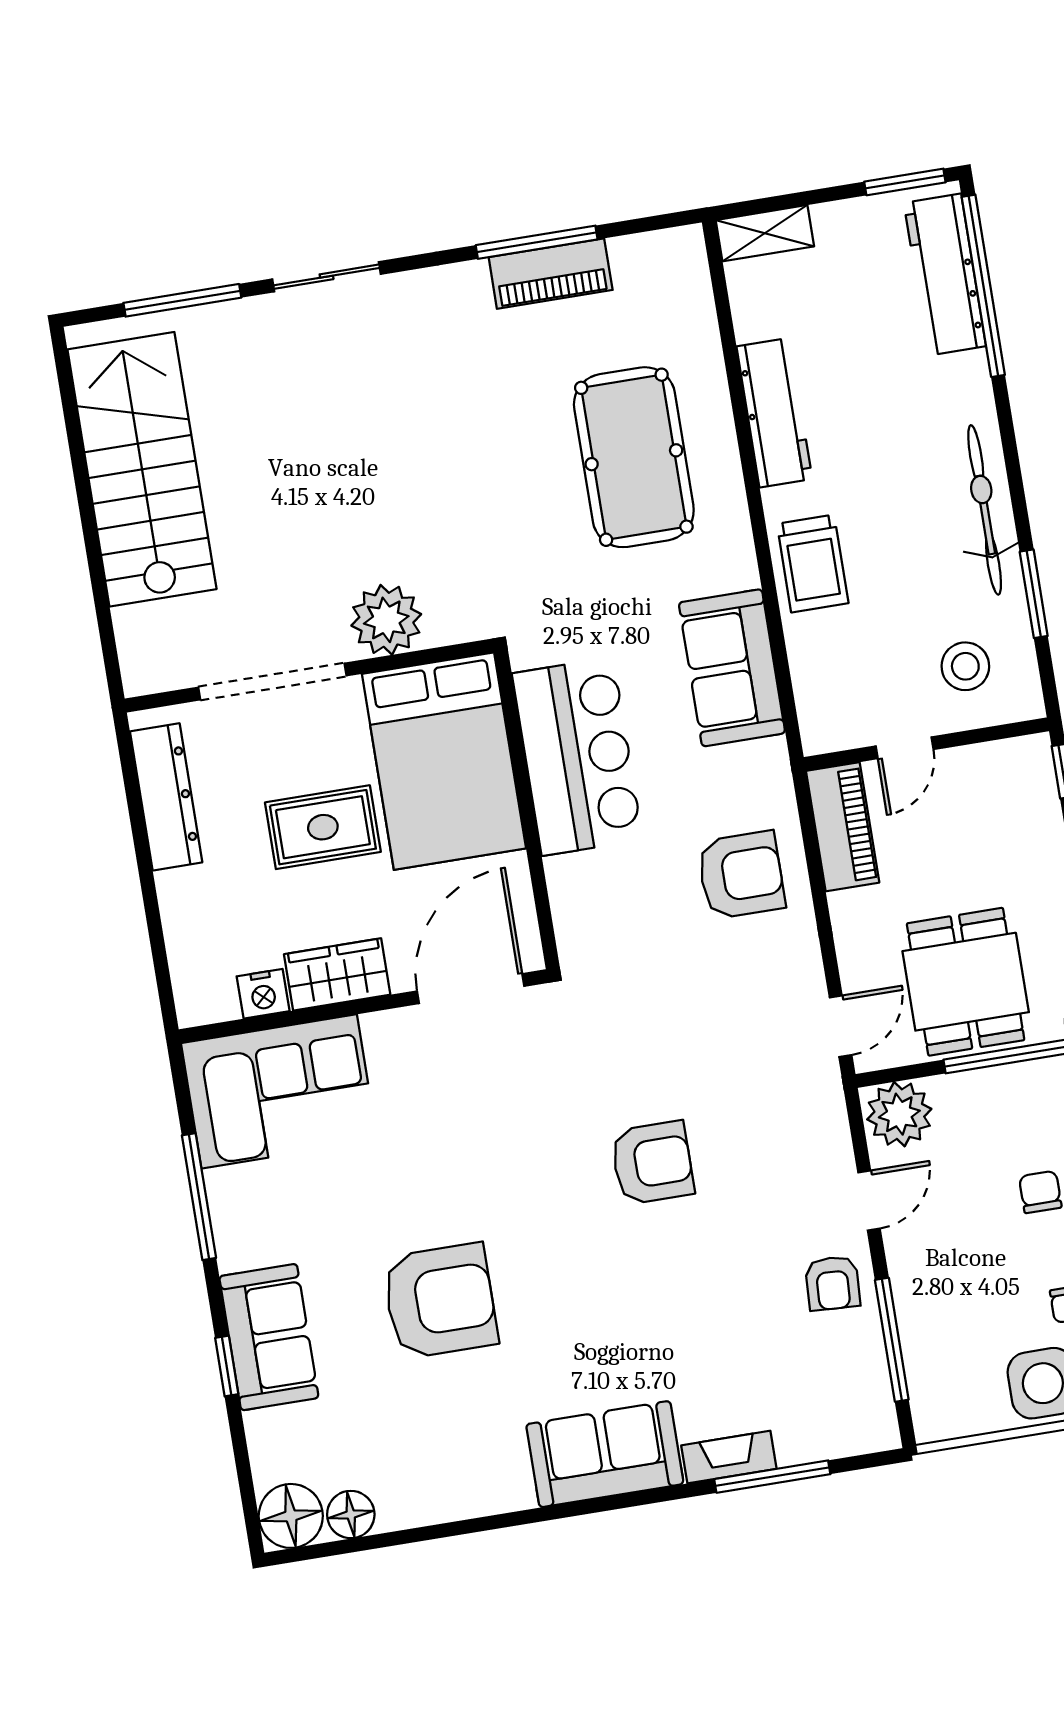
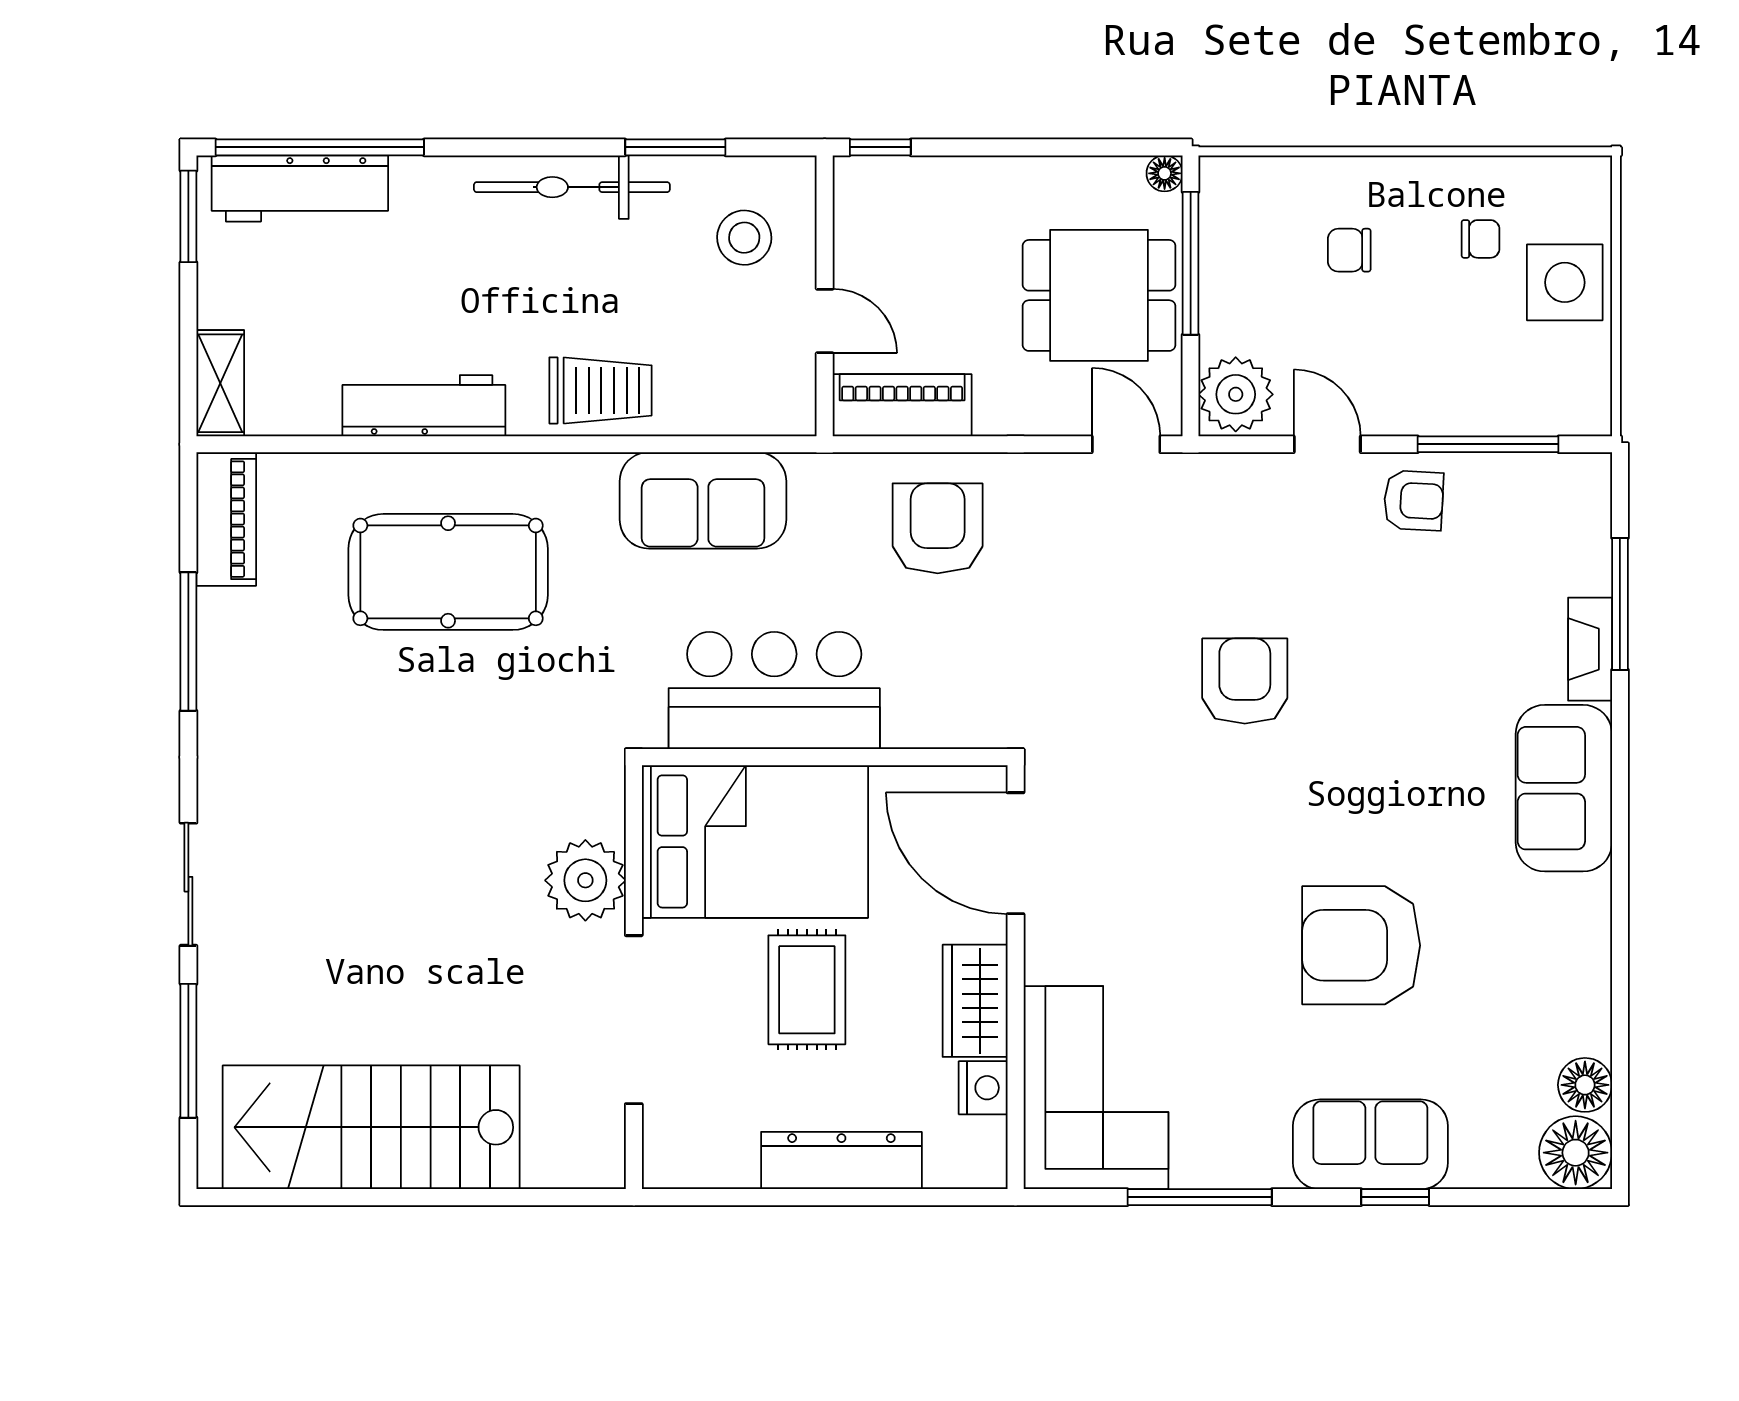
piano: (551, 274) -> (226, 519), moved
dresser: (166, 797) -> (841, 1161), moved
armchair: (440, 1301) -> (1361, 945), turned -90

